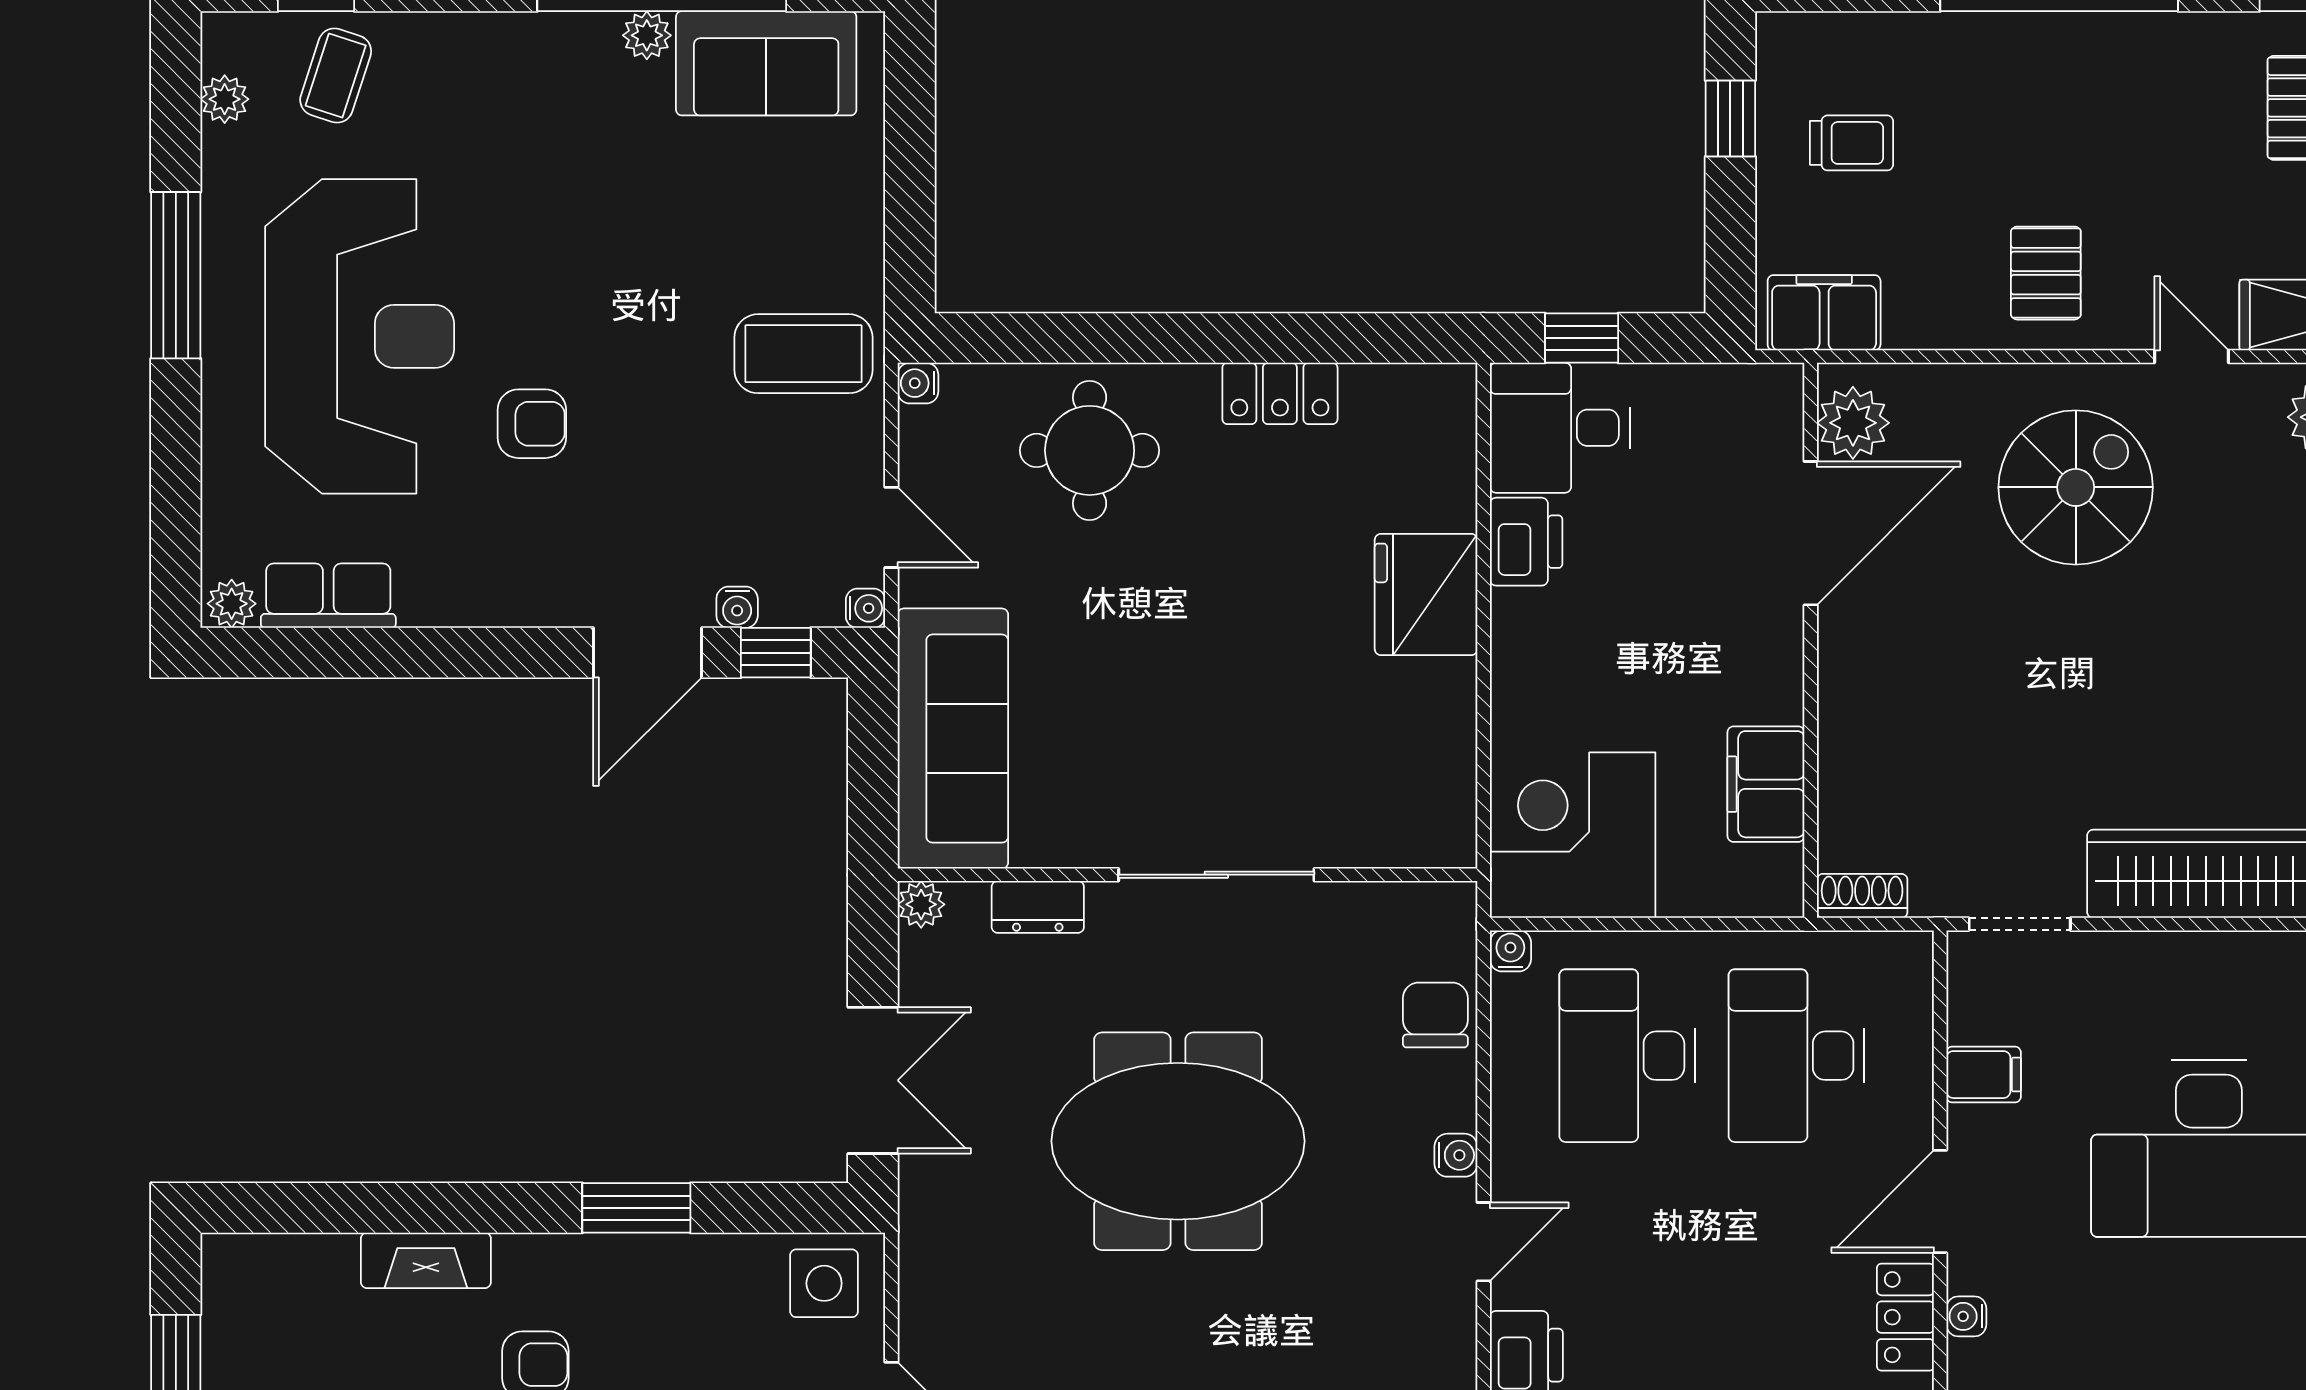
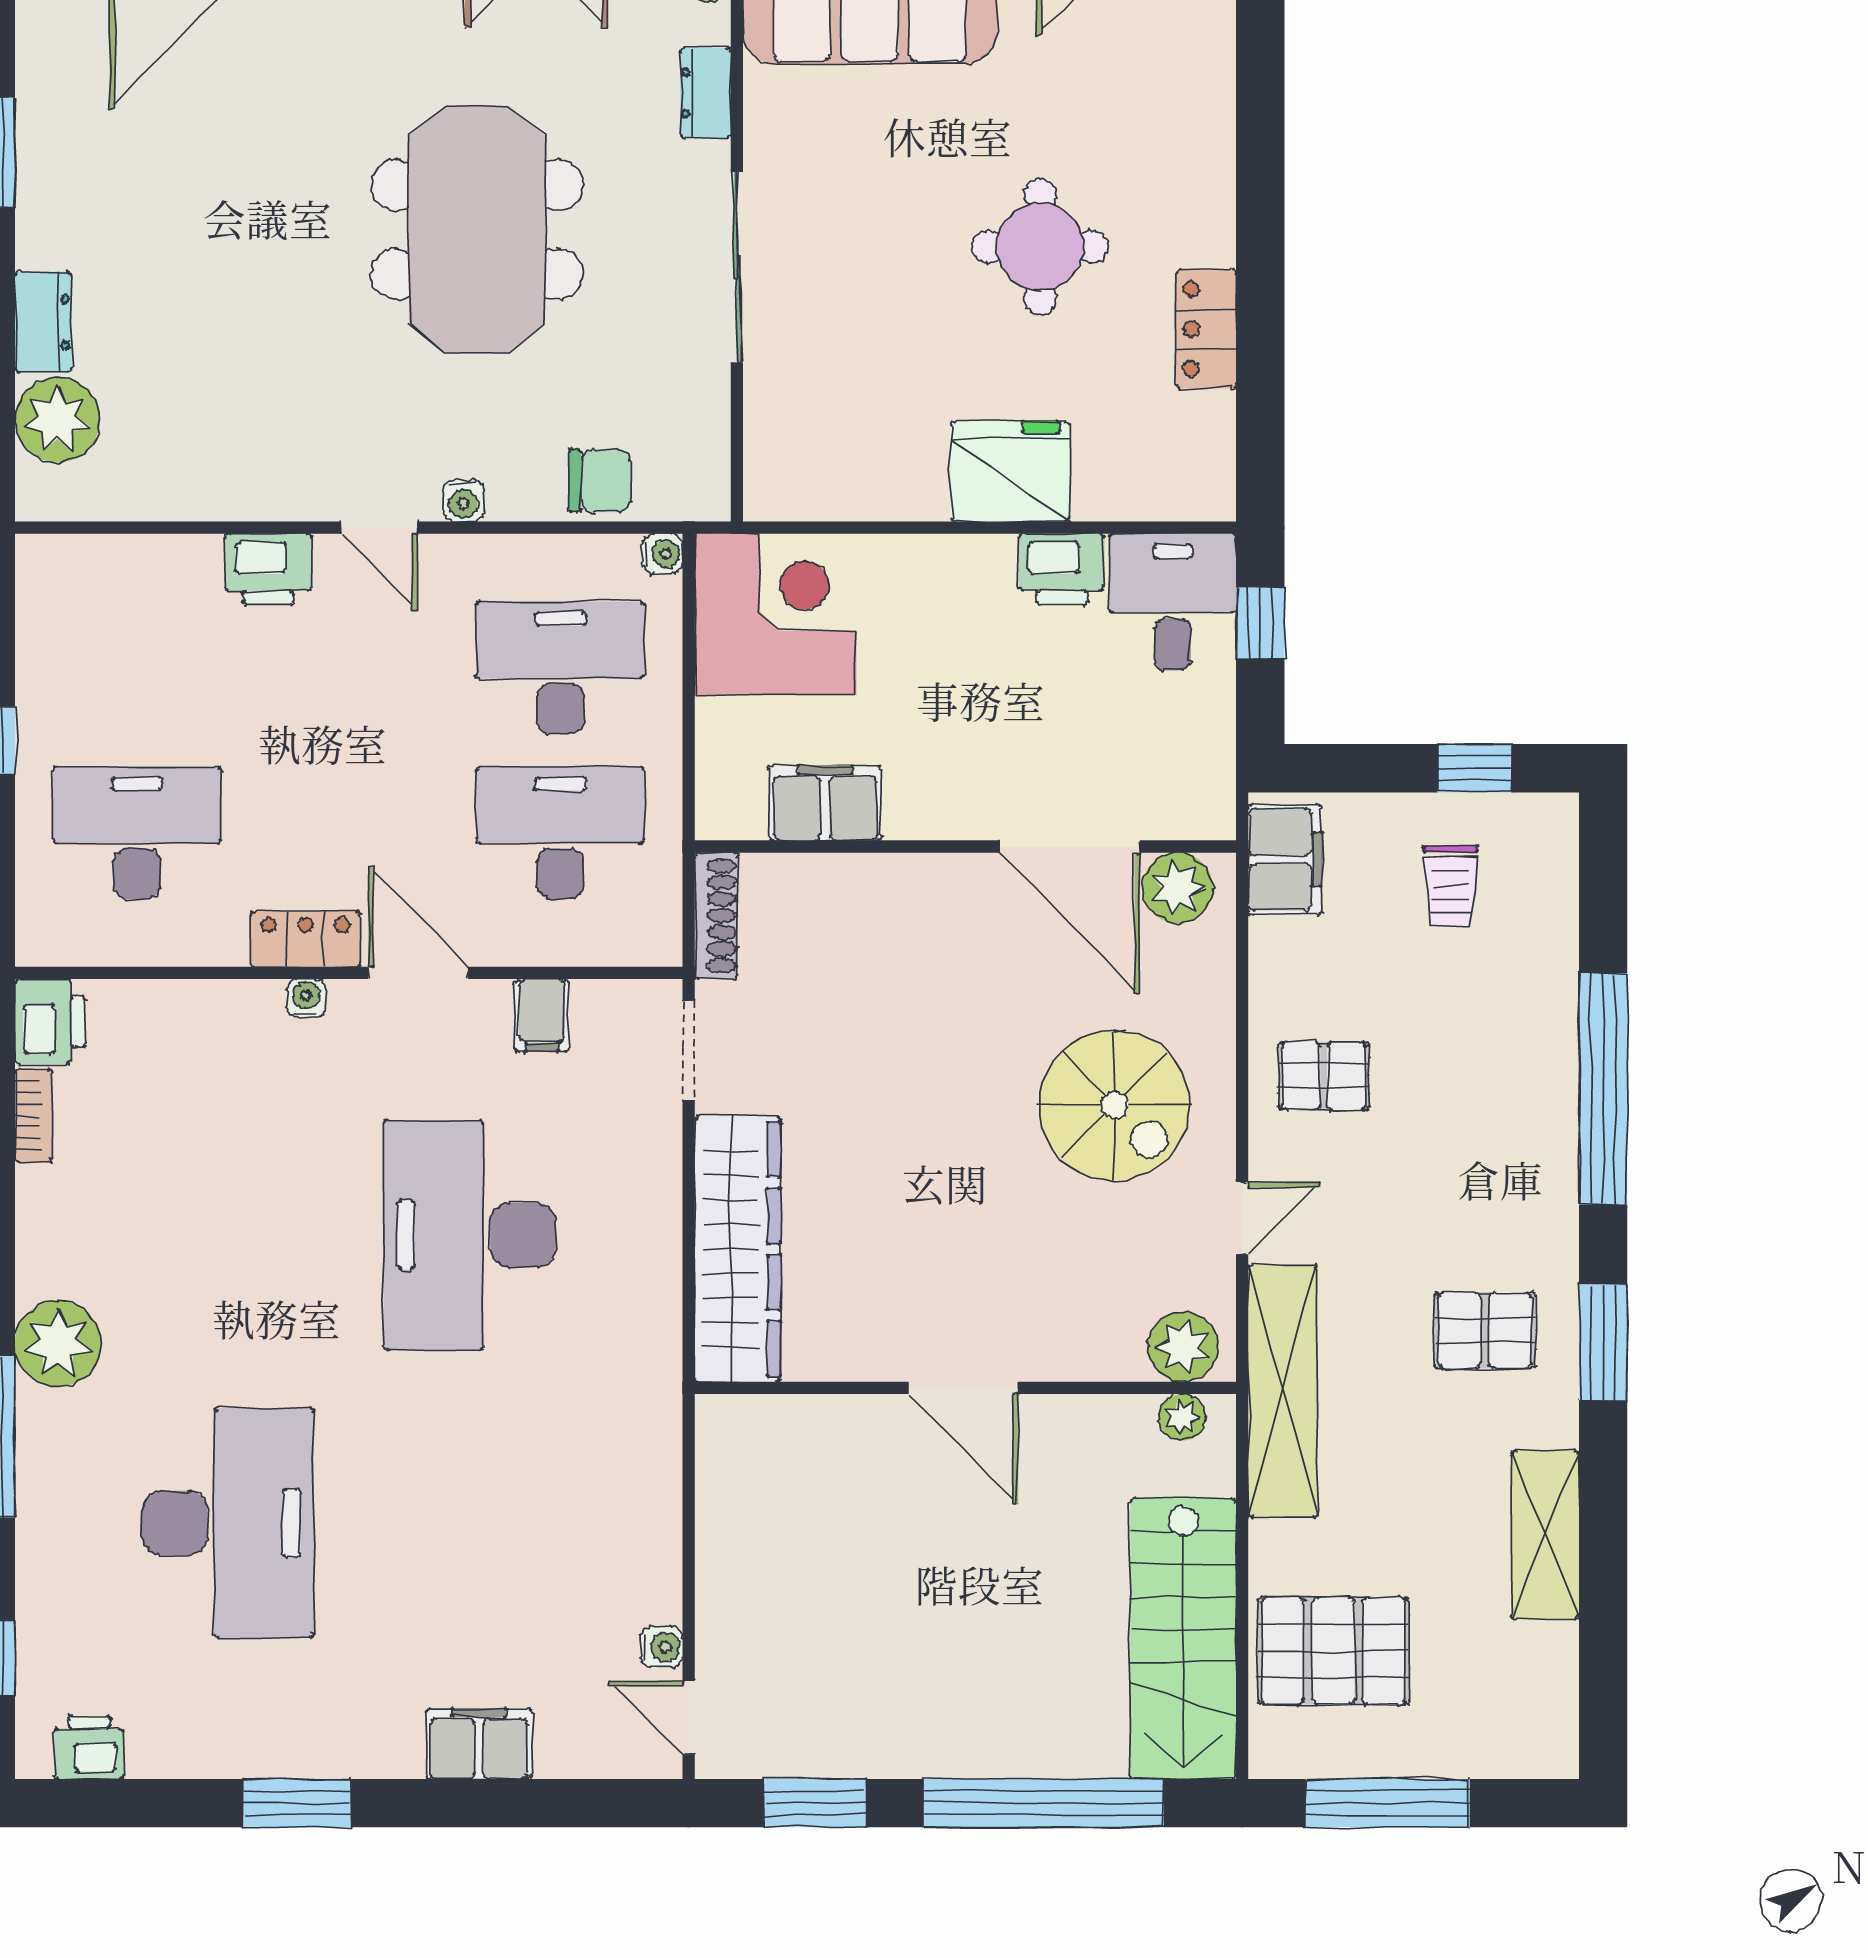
round table: (1090, 450) -> (1040, 247), moved
shoe rack: (1862, 896) -> (716, 916), width x1.43

